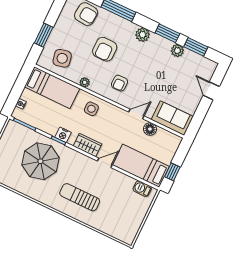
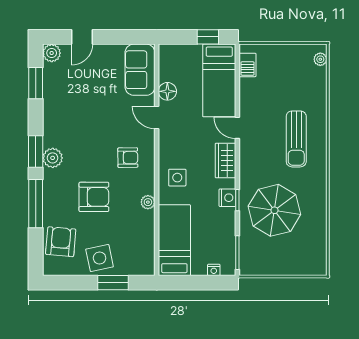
window: (167, 33) -> (36, 151), moved
plant: (177, 51) -> (52, 53), moved
side table: (62, 58) -> (100, 258), moved
plant: (123, 237) -> (320, 59), added

